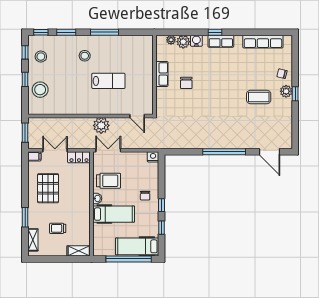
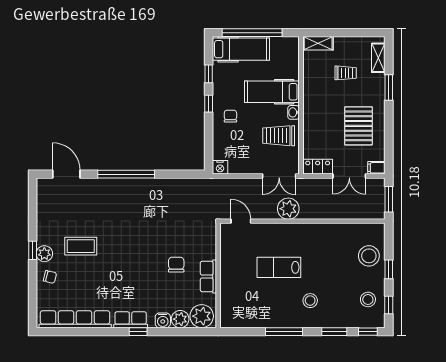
plant: (171, 40) -> (202, 316), width x1.88, depth x1.88
row of seats: (263, 42) -> (75, 319), width x1.36

